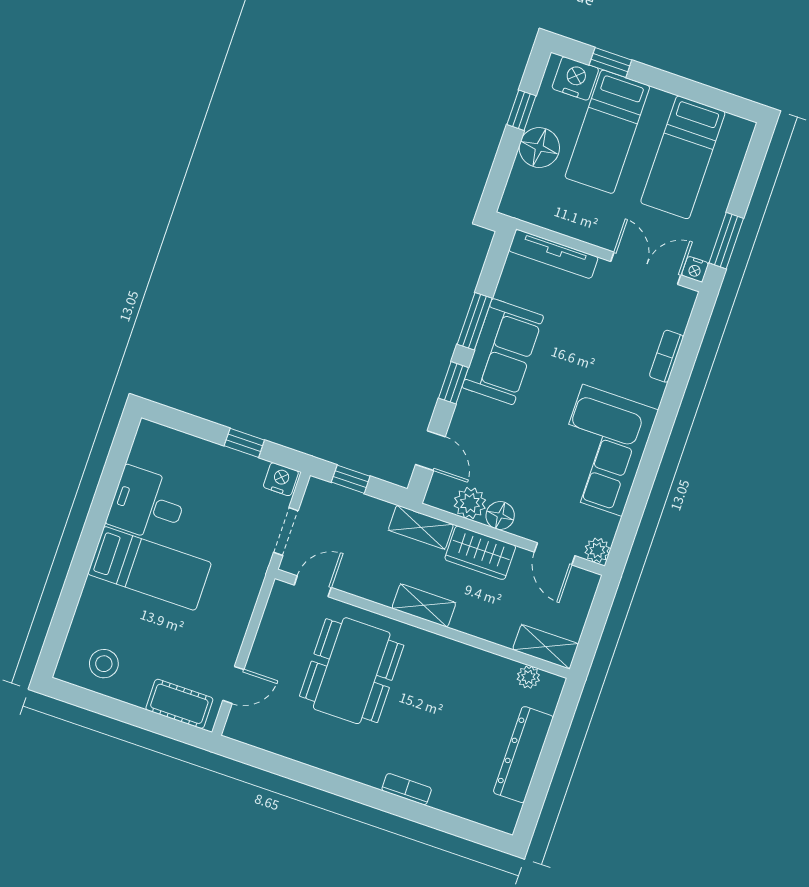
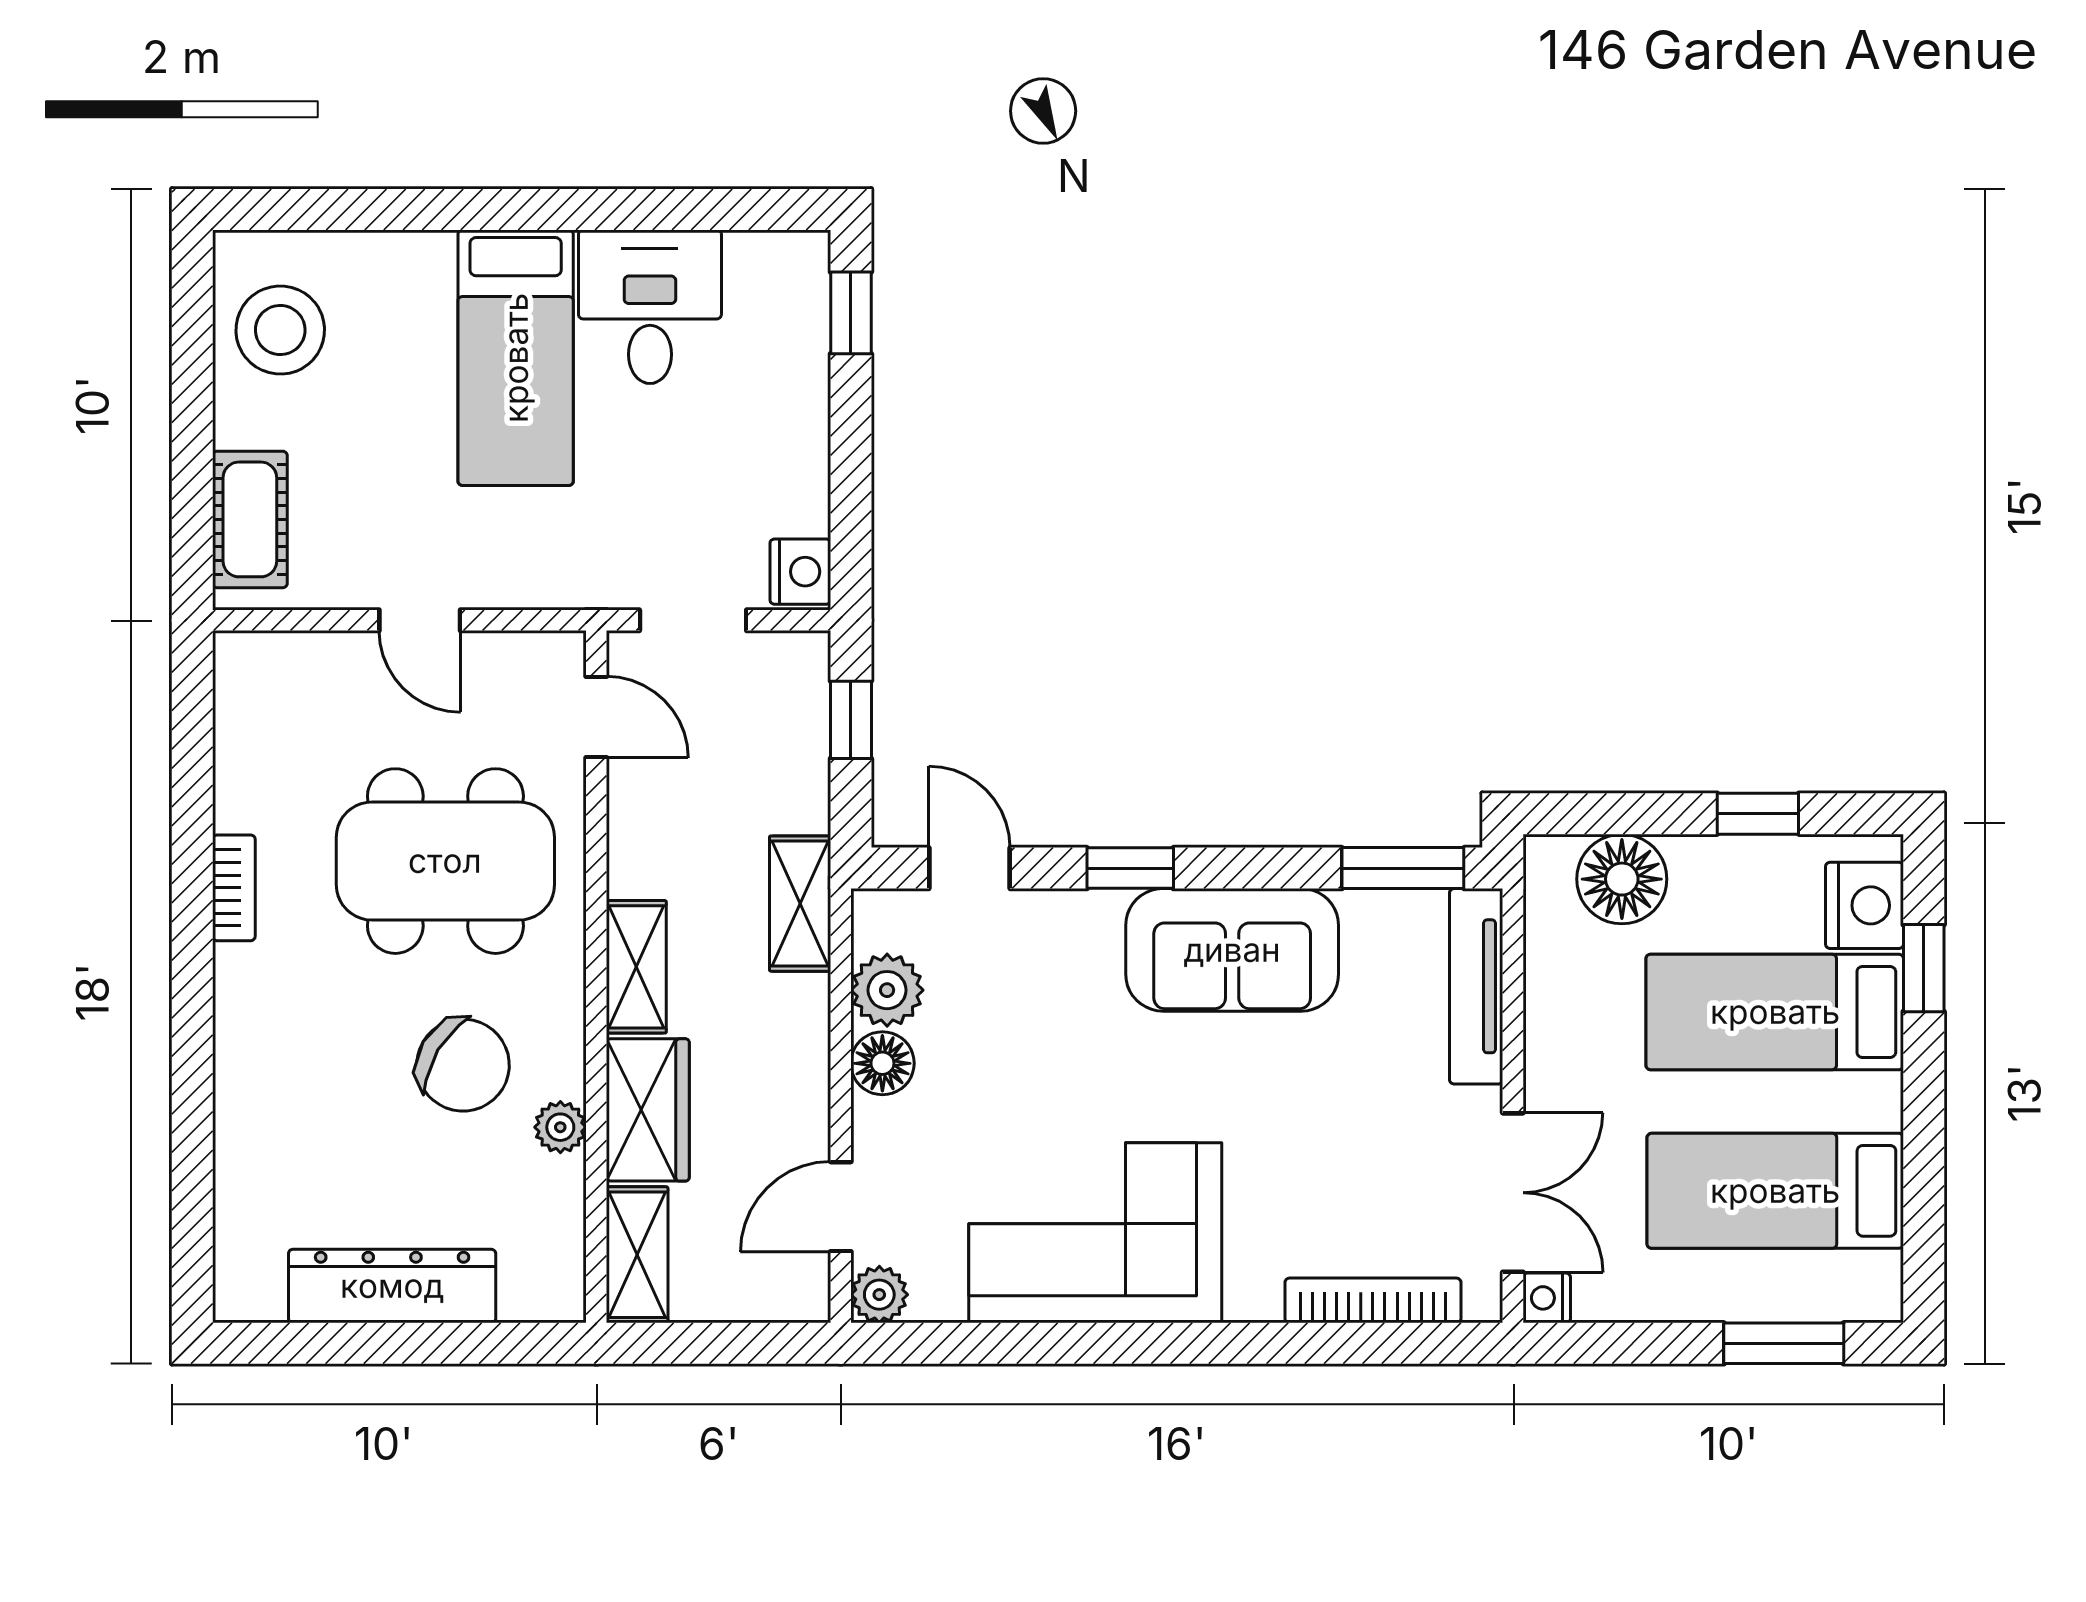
floor lamp: (539, 148) -> (1622, 879), moved
window: (726, 241) -> (1784, 1343), moved
window: (475, 321) -> (1403, 868), moved
bookcase: (666, 356) -> (1373, 1300), width x1.56
window: (244, 443) -> (851, 313), moved
door: (430, 451) -> (969, 868), swing flipped
wardrobe: (480, 553) -> (648, 1110), moved, turned 180
stool: (104, 664) -> (280, 330), width x1.38, depth x1.38
plant: (528, 677) -> (560, 1127), moved
door: (233, 685) -> (420, 620), moved
chair: (440, 693) -> (463, 1065), added
bookcase: (407, 789) -> (234, 888), moved

